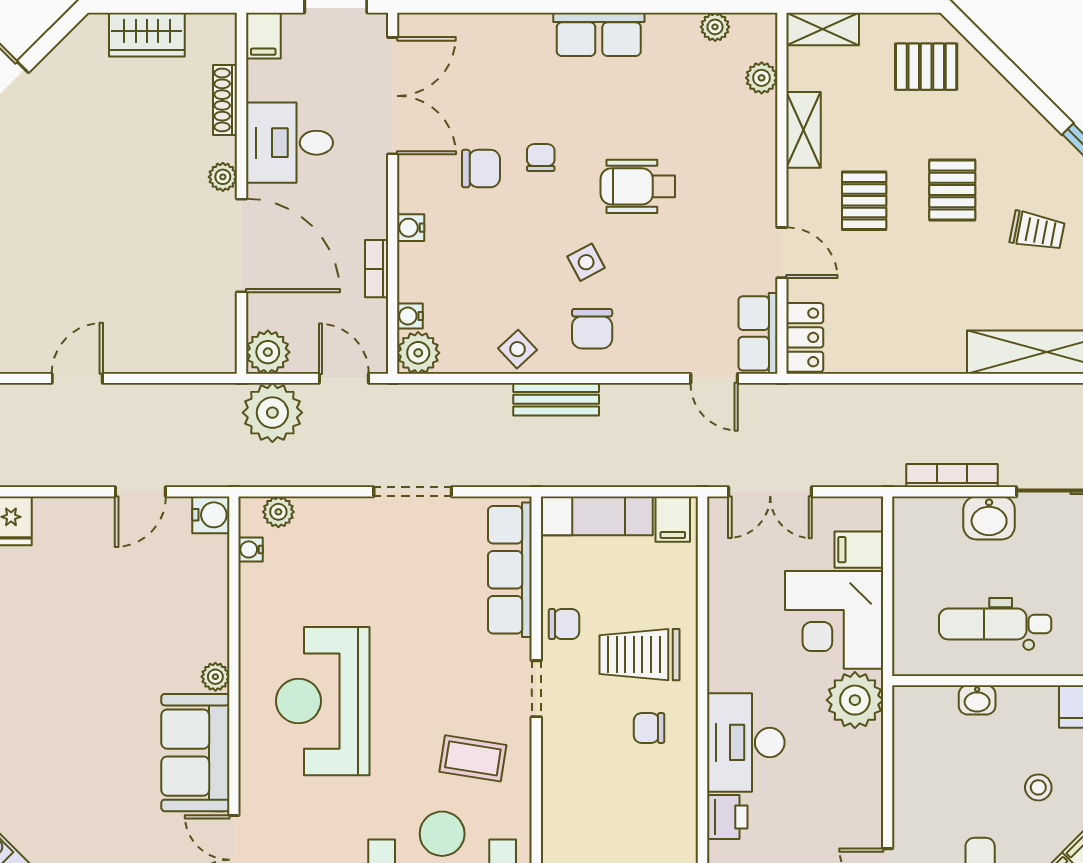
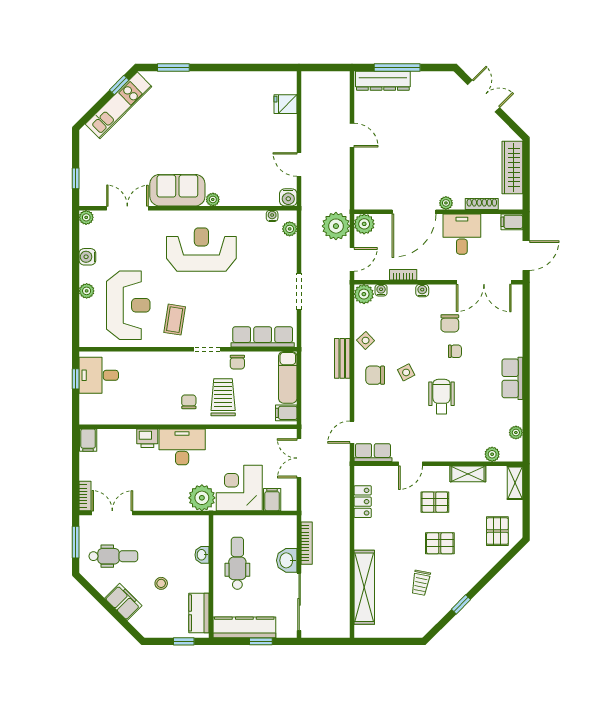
wardrobe: (147, 35) -> (512, 168), width x1.50
locker: (805, 337) -> (363, 502), moved, turned -90

